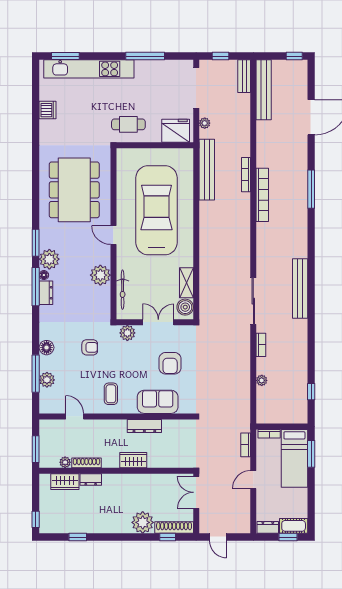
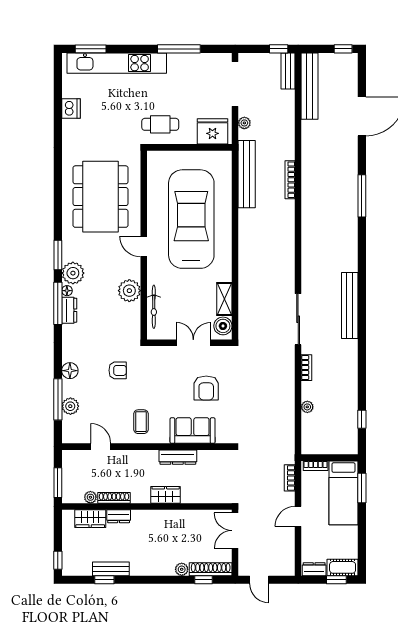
window: (220, 56) -> (279, 49), moved
bookcase: (262, 195) -> (308, 202), removed
plant: (127, 333) -> (159, 354), removed
plant: (143, 522) -> (182, 569), width x0.53, depth x0.53
bench: (84, 527) -> (111, 569), added

